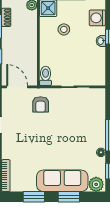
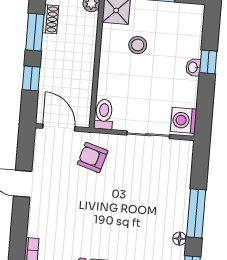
washing machine: (97, 18) -> (183, 120), moved
armchair: (41, 104) -> (93, 157), turned 107

